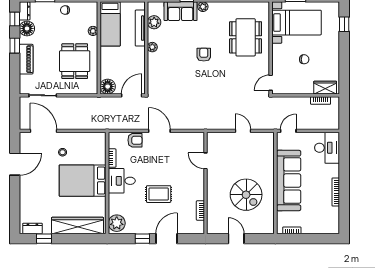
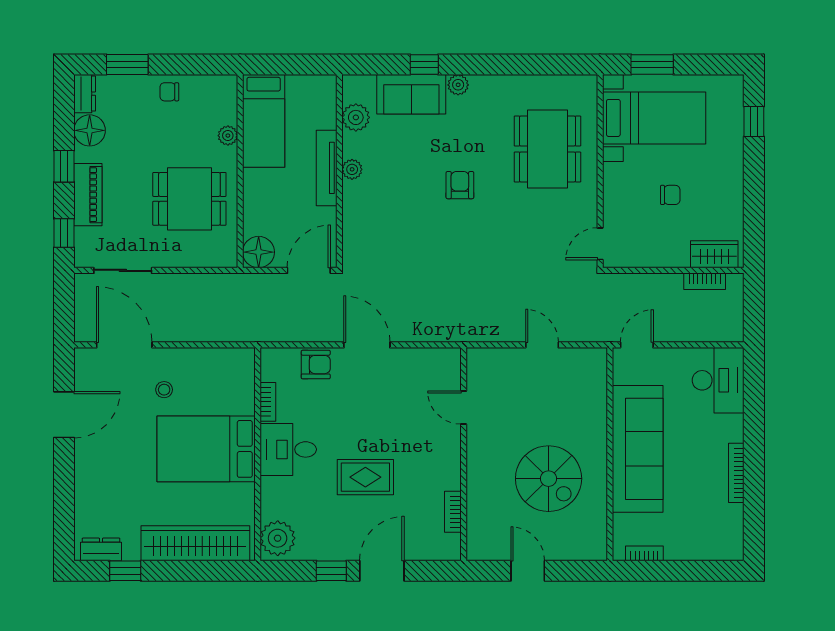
window: (15, 19) -> (64, 233), moved
tv unit: (140, 28) -> (327, 168), moved
dining table: (75, 61) -> (189, 199), turned 90

